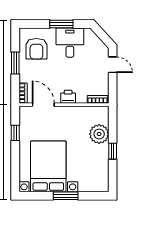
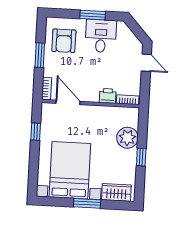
printer: (68, 97) -> (108, 96), moved
wardrobe: (92, 184) -> (116, 192), added

